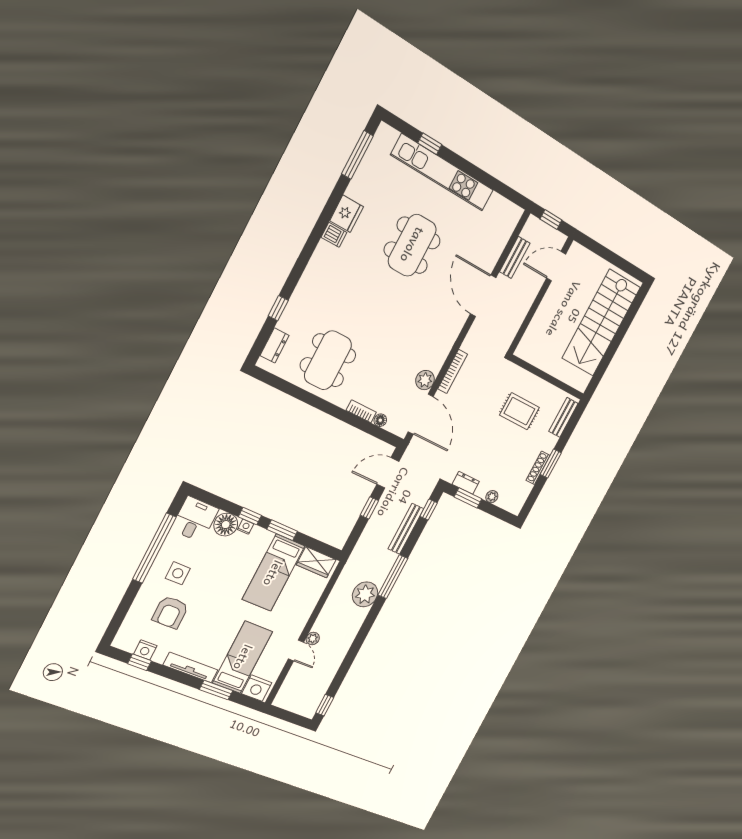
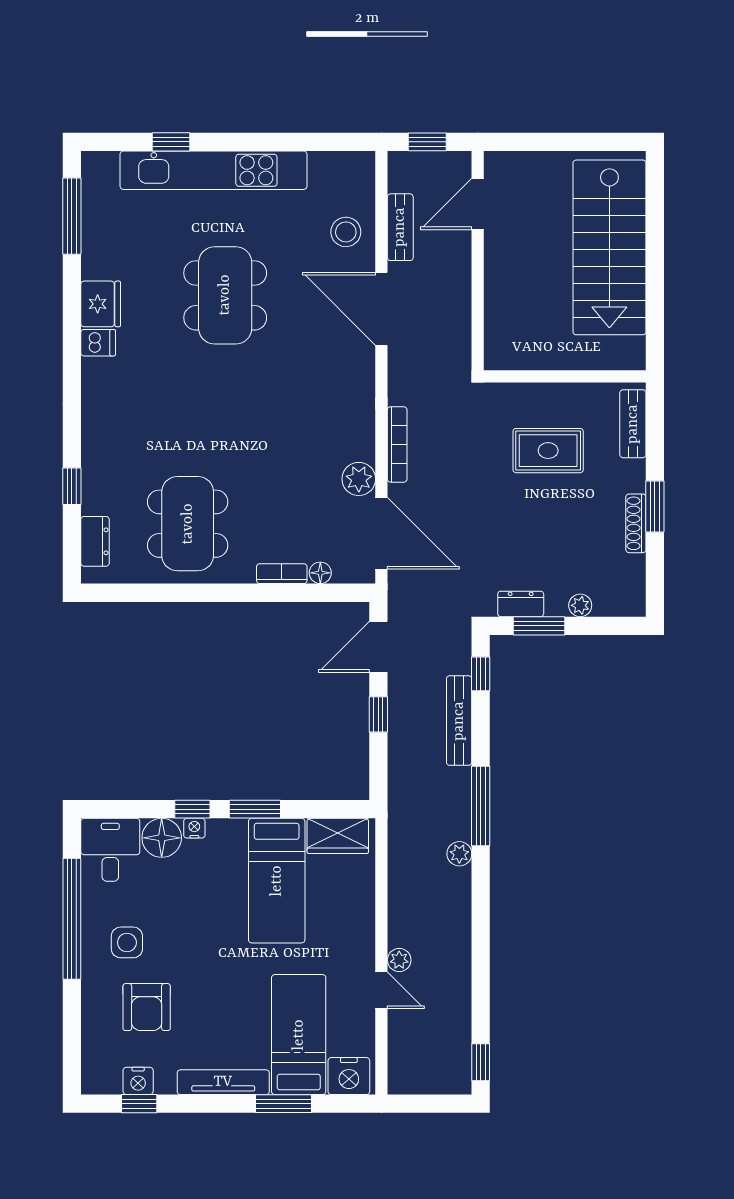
stool: (488, 245) -> (346, 232), added
plant: (365, 594) -> (459, 854), width x0.53, depth x0.53

